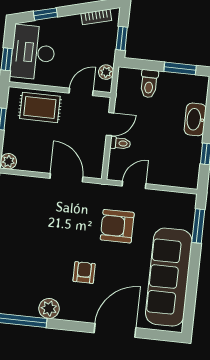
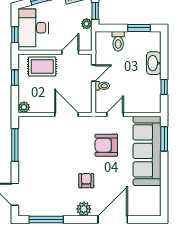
plant: (106, 72) -> (87, 24), moved
sofa: (169, 277) -> (147, 151), moved
plant: (49, 308) -> (84, 209), moved

